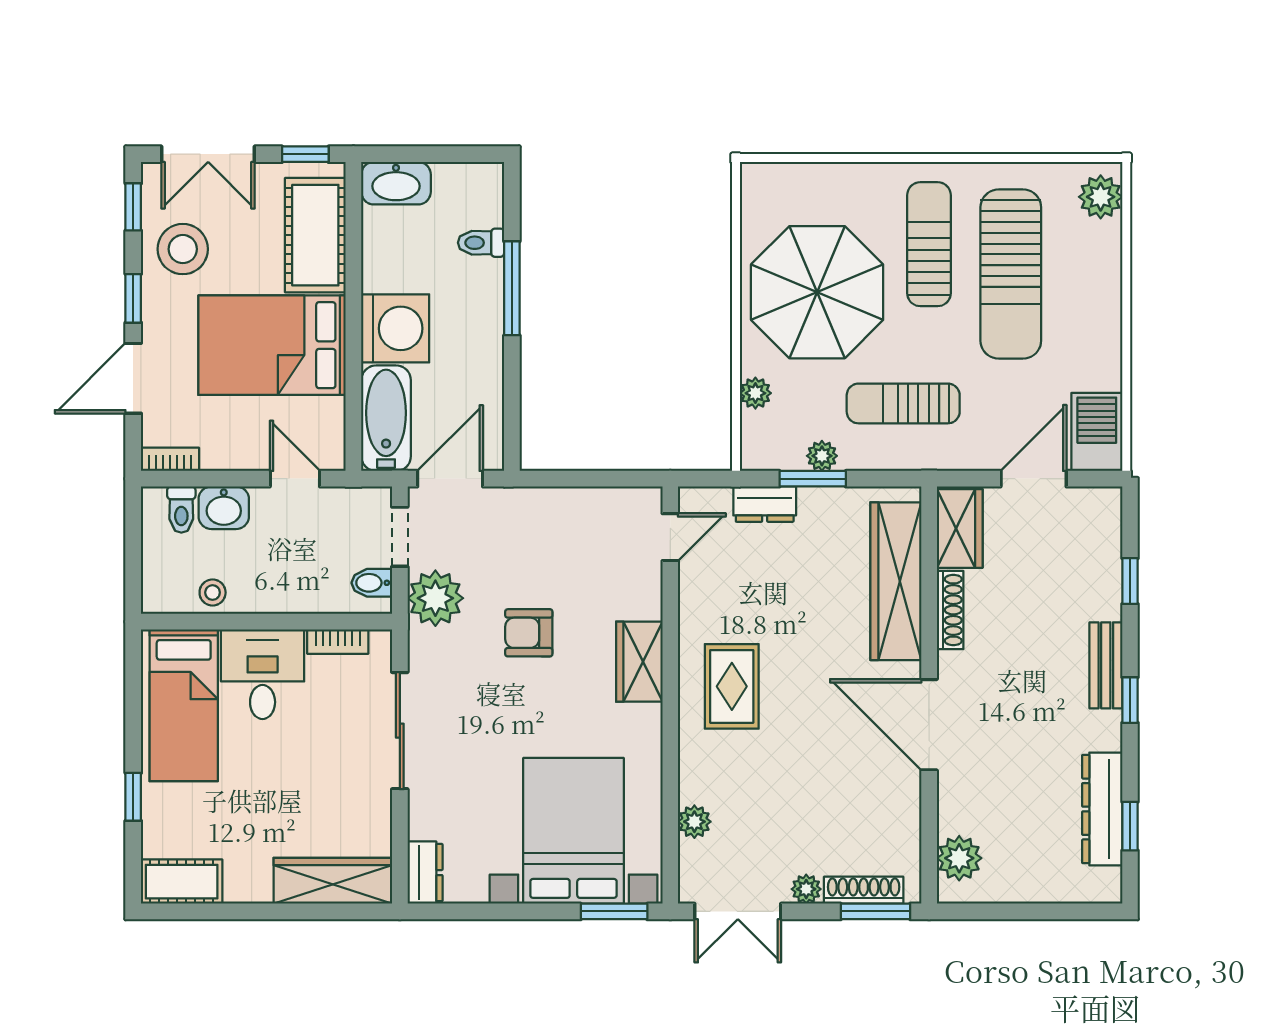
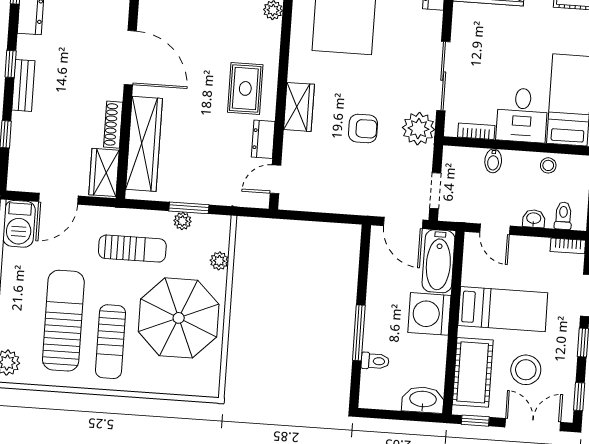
stool: (183, 249) -> (526, 370), moved
bed: (272, 345) -> (503, 309), width x0.67
door: (450, 479) -> (403, 223), hinge flipped
dresser: (765, 504) -> (263, 139), moved, turned -90
washbasin: (224, 508) -> (534, 219), width x0.72, depth x0.69
bidet: (372, 583) -> (493, 161), moved, turned 90
plant: (435, 598) -> (418, 129), moved

